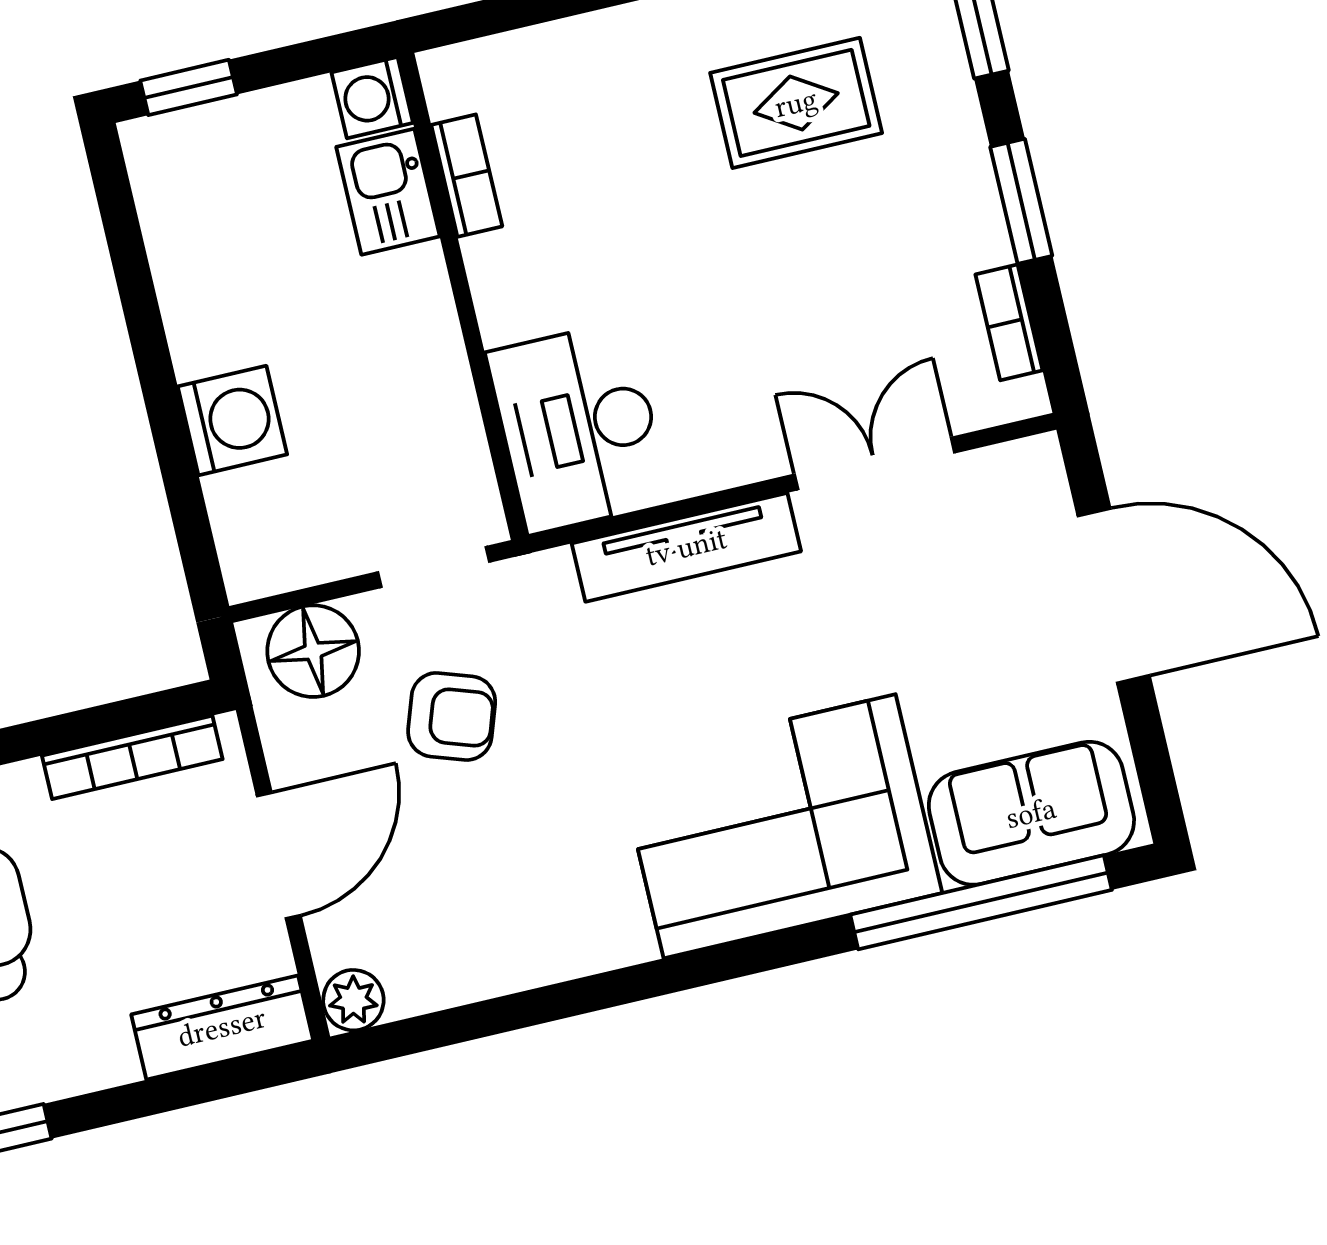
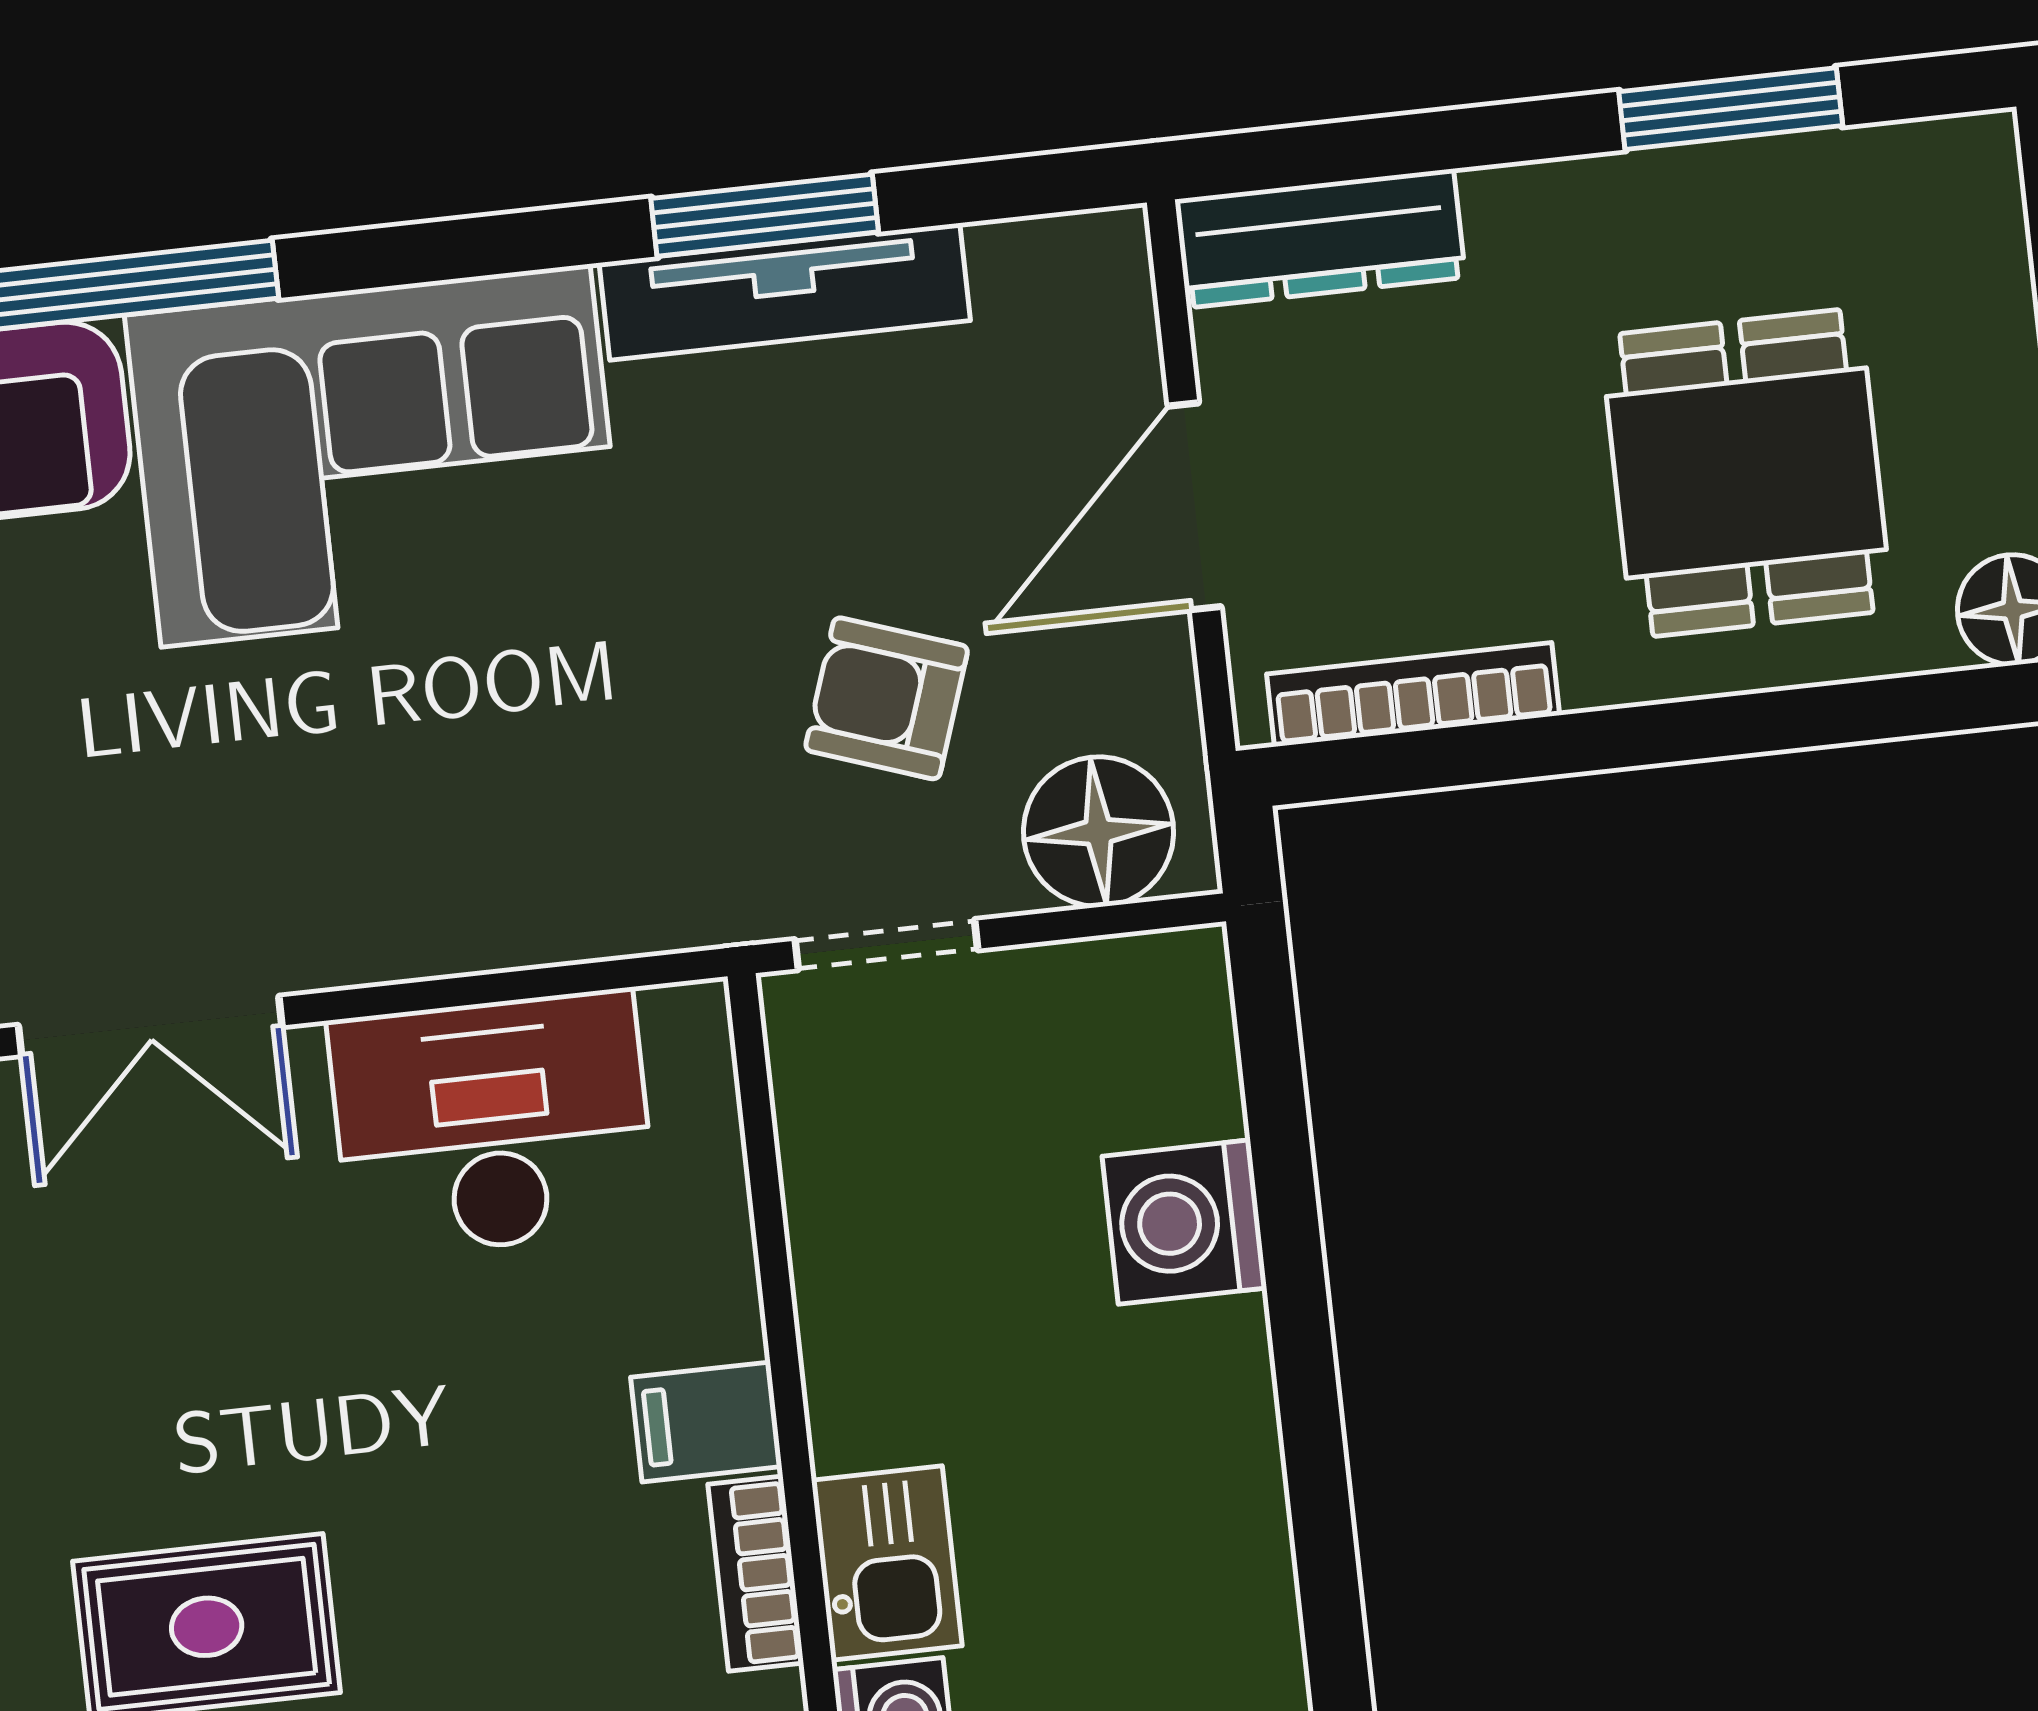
filing cabinet: (508, 264) -> (706, 1422), added
desk: (578, 427) -> (492, 1124), moved, turned -90
tv unit: (686, 547) -> (785, 292), moved, turned 180
plant: (353, 1000) -> (1102, 257), removed
window: (561, 1001) -> (765, 215), added

